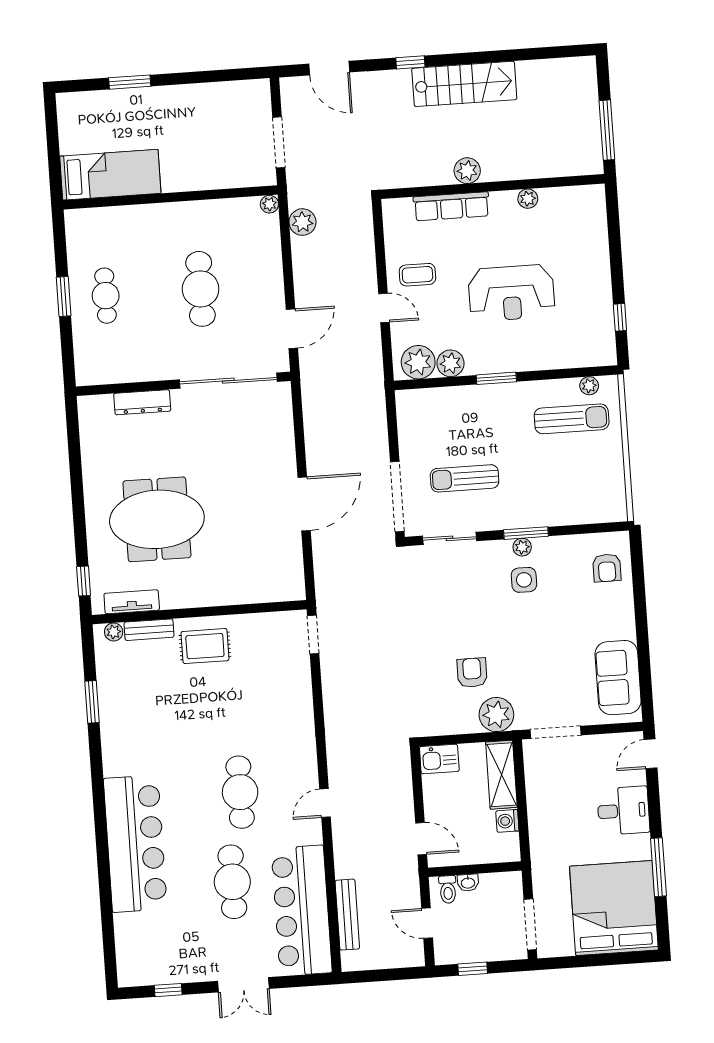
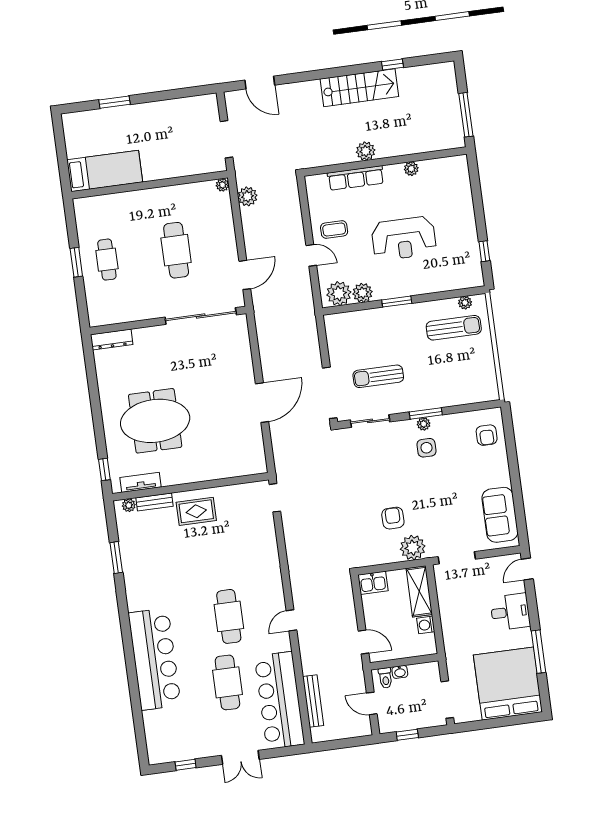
window: (410, 62) -> (393, 65), moved
dresser: (142, 402) -> (112, 340), moved

